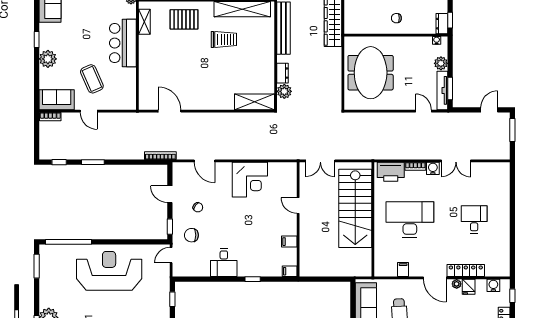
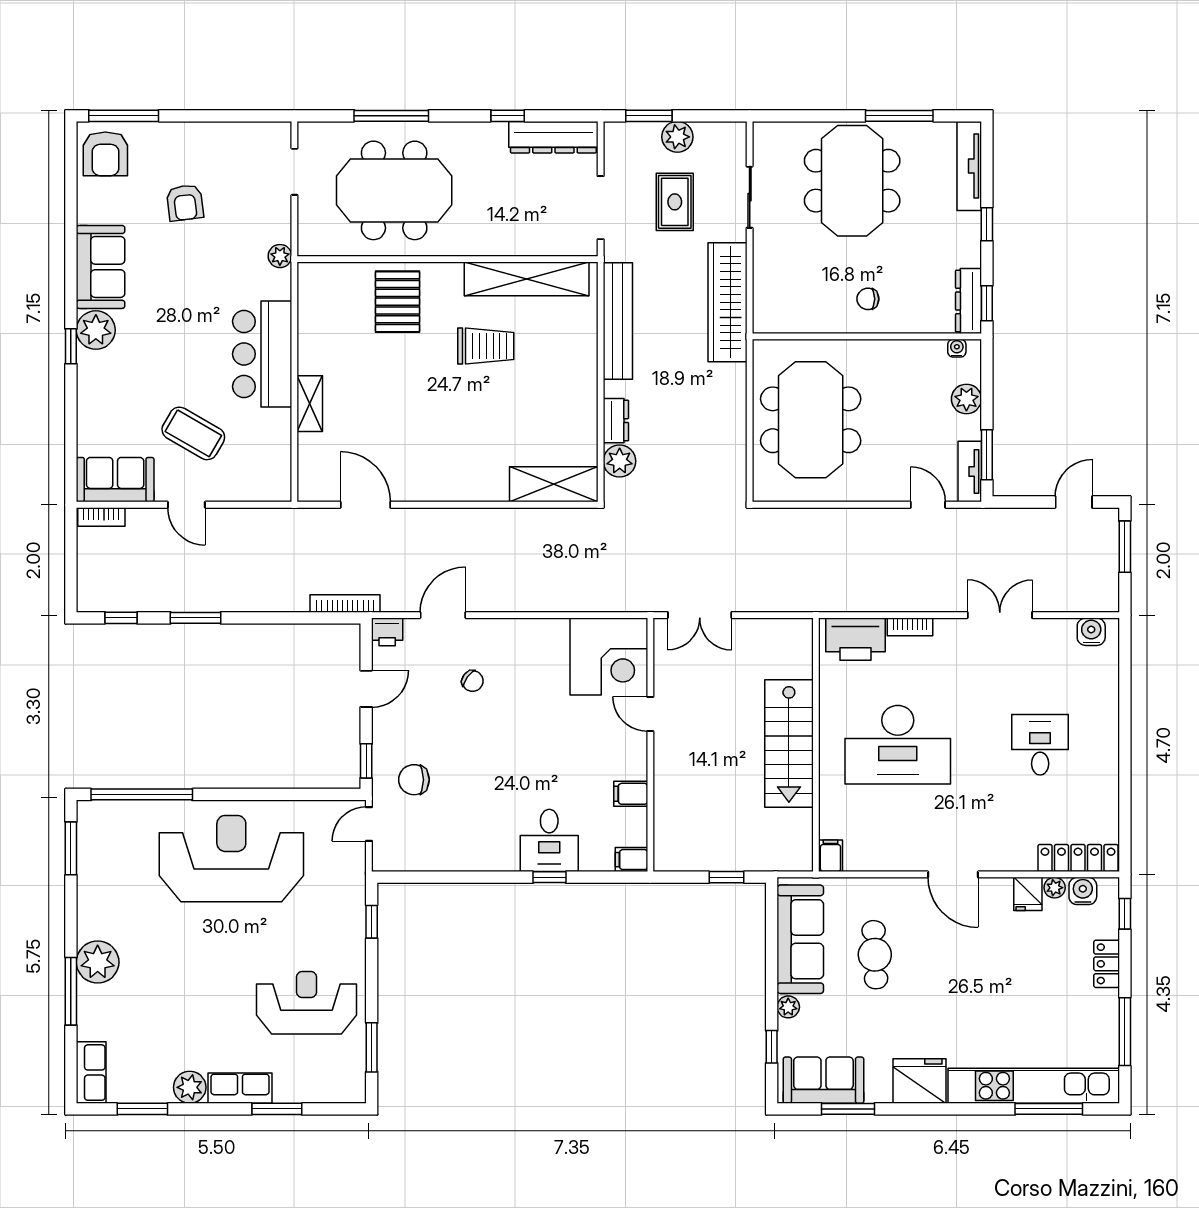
pallet: (184, 19) -> (398, 302), turned 90
shelving: (144, 22) -> (310, 404), moved
dresser: (442, 24) -> (969, 301), width x1.44
plant: (48, 59) -> (96, 330), moved
coffee table: (92, 79) -> (193, 433), turned -36
tv unit: (442, 90) -> (970, 472), width x0.71
door: (205, 161) -> (443, 615), swing flipped
double door: (456, 161) -> (1000, 615), swing flipped
printer: (179, 168) -> (387, 632), added
water cooler: (433, 168) -> (1091, 632), moved
corner desk: (250, 180) -> (609, 657), moved
door: (170, 194) -> (366, 689), swing flipped
chair: (198, 207) -> (472, 681), moved
stairs: (355, 208) -> (789, 743), width x0.73, depth x0.66
desk: (410, 219) -> (898, 745), turned 180
desk: (224, 263) -> (549, 840), moved
filing cabinet: (403, 270) -> (830, 856), moved
locker: (466, 271) -> (1078, 858), moved
window: (333, 279) -> (727, 877), added
plant: (457, 284) -> (1055, 888), moved

